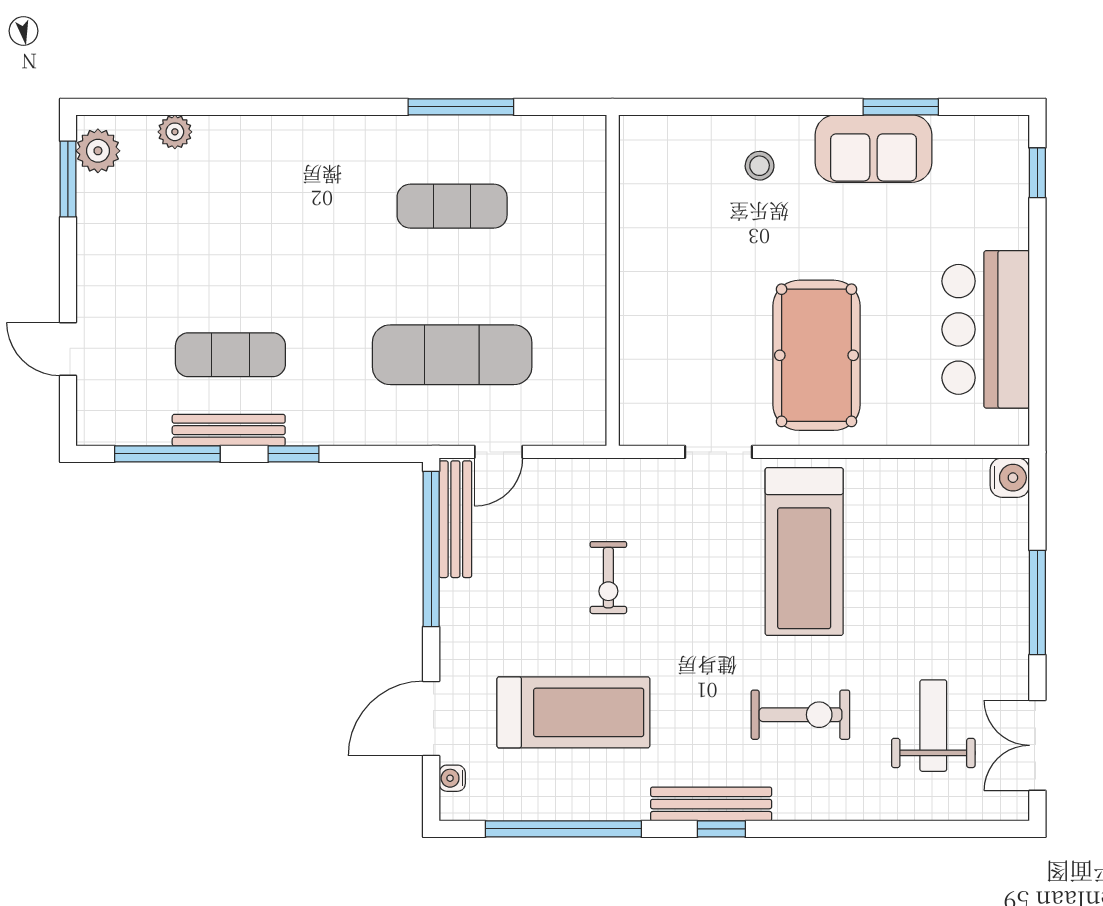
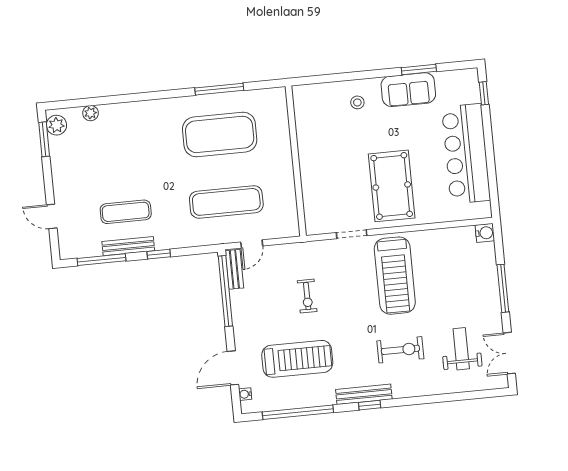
exercise mat: (452, 206) -> (220, 134), width x2.00, depth x1.45
bar counter: (986, 329) -> (466, 154), width x1.36
bench: (455, 519) -> (234, 269), width x0.73

